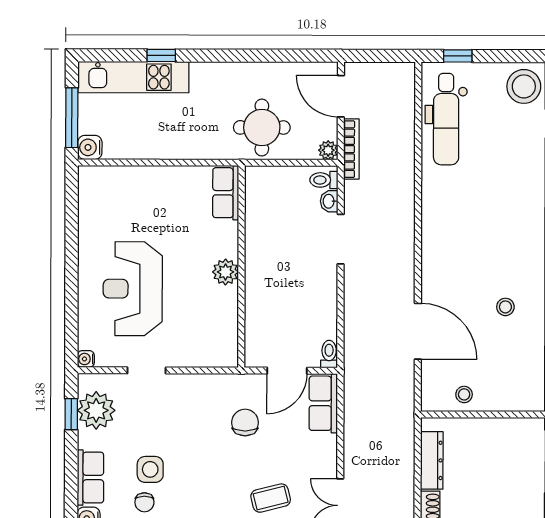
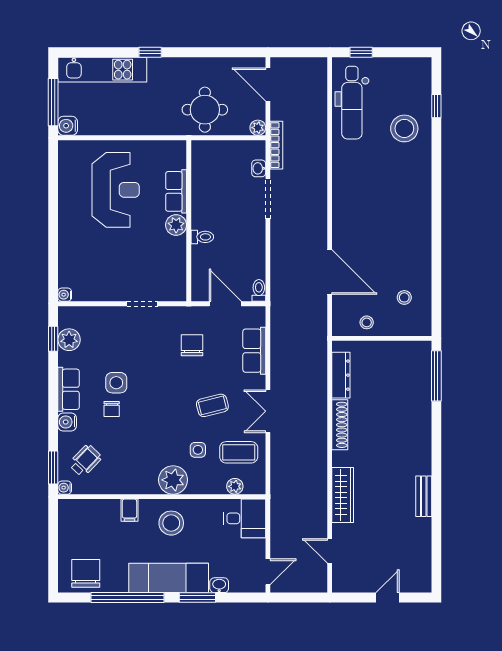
window: (161, 55) -> (150, 52), moved
stool: (524, 86) -> (404, 128), moved
bookcase: (351, 149) -> (276, 145), moved
toilet: (324, 180) -> (202, 237), moved, turned 180
row of seats: (226, 193) -> (176, 191), moved
reception desk: (133, 289) -> (116, 190), moved, turned 180
stool: (505, 307) -> (404, 297), moved
doorway: (146, 370) -> (142, 304), moved
door: (287, 371) -> (225, 304), swing flipped
row of seats: (323, 403) -> (254, 351), moved
plant: (96, 410) -> (69, 340), width x0.73, depth x0.73

